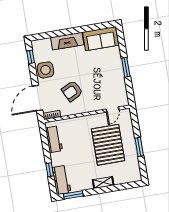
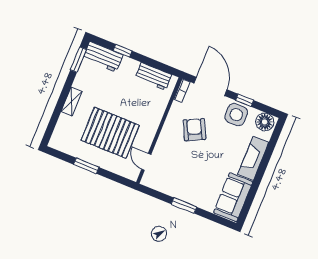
floor lamp: (39, 48) -> (265, 122), added
window: (31, 57) -> (245, 100), moved

